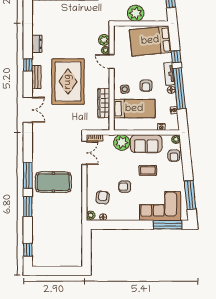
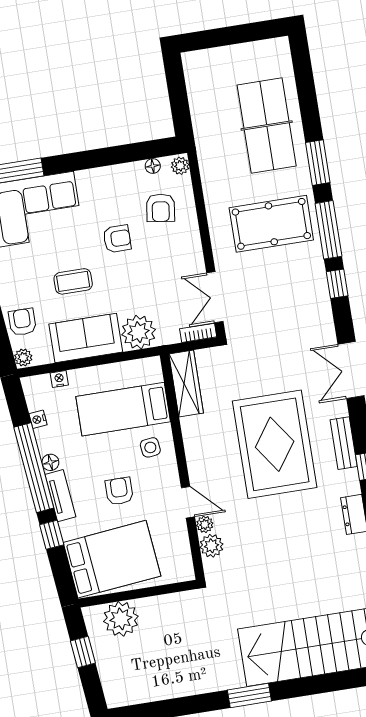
plant: (136, 13) -> (121, 619), moved
armchair: (146, 86) -> (119, 491), moved
wardrobe: (104, 103) -> (186, 384), moved
table tennis table: (48, 227) -> (267, 125), added
window: (28, 250) -> (337, 284), moved

